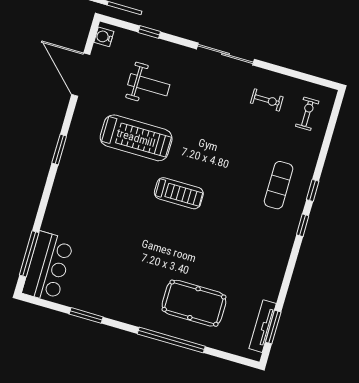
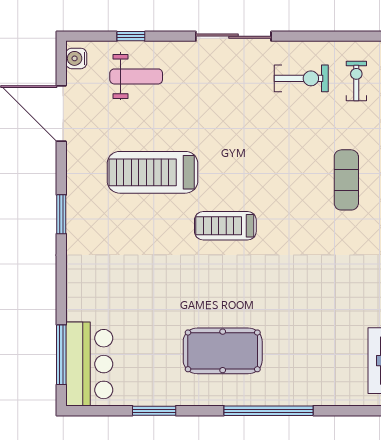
weight bench: (149, 85) -> (136, 76), moved
exercise bike: (267, 100) -> (301, 78), width x1.38, depth x1.39
treadmill: (136, 138) -> (153, 172), turned 180
treadmill: (179, 193) -> (225, 226), turned 180
pool table: (194, 303) -> (223, 351), moved

